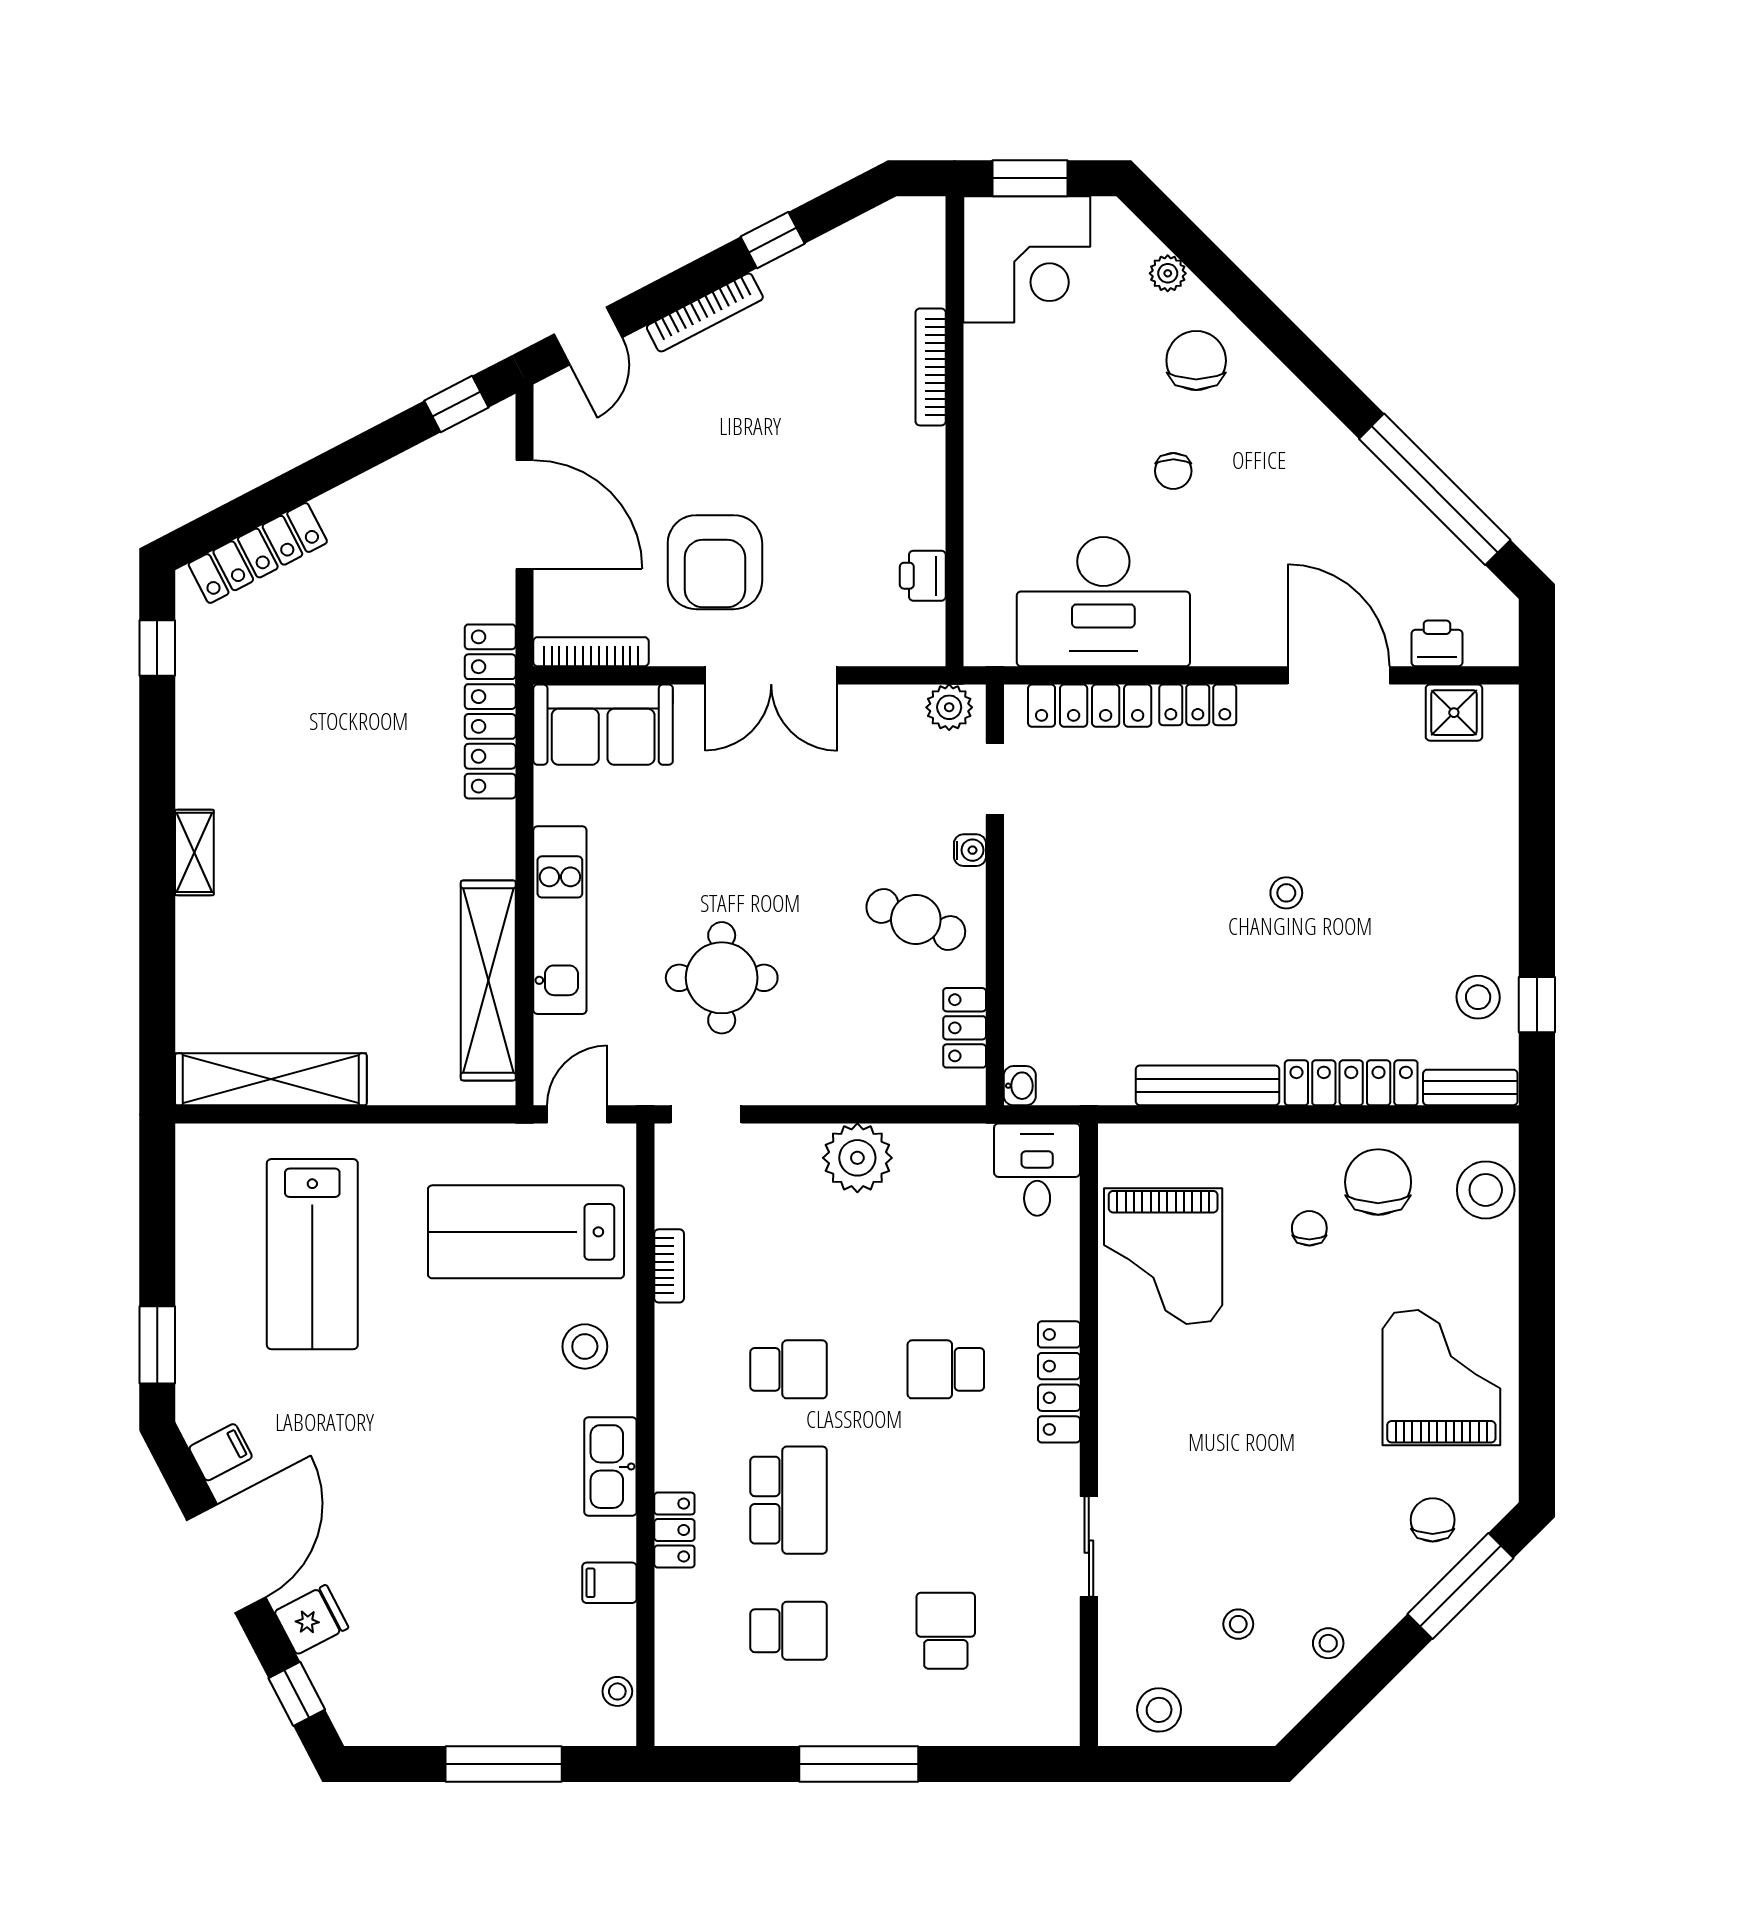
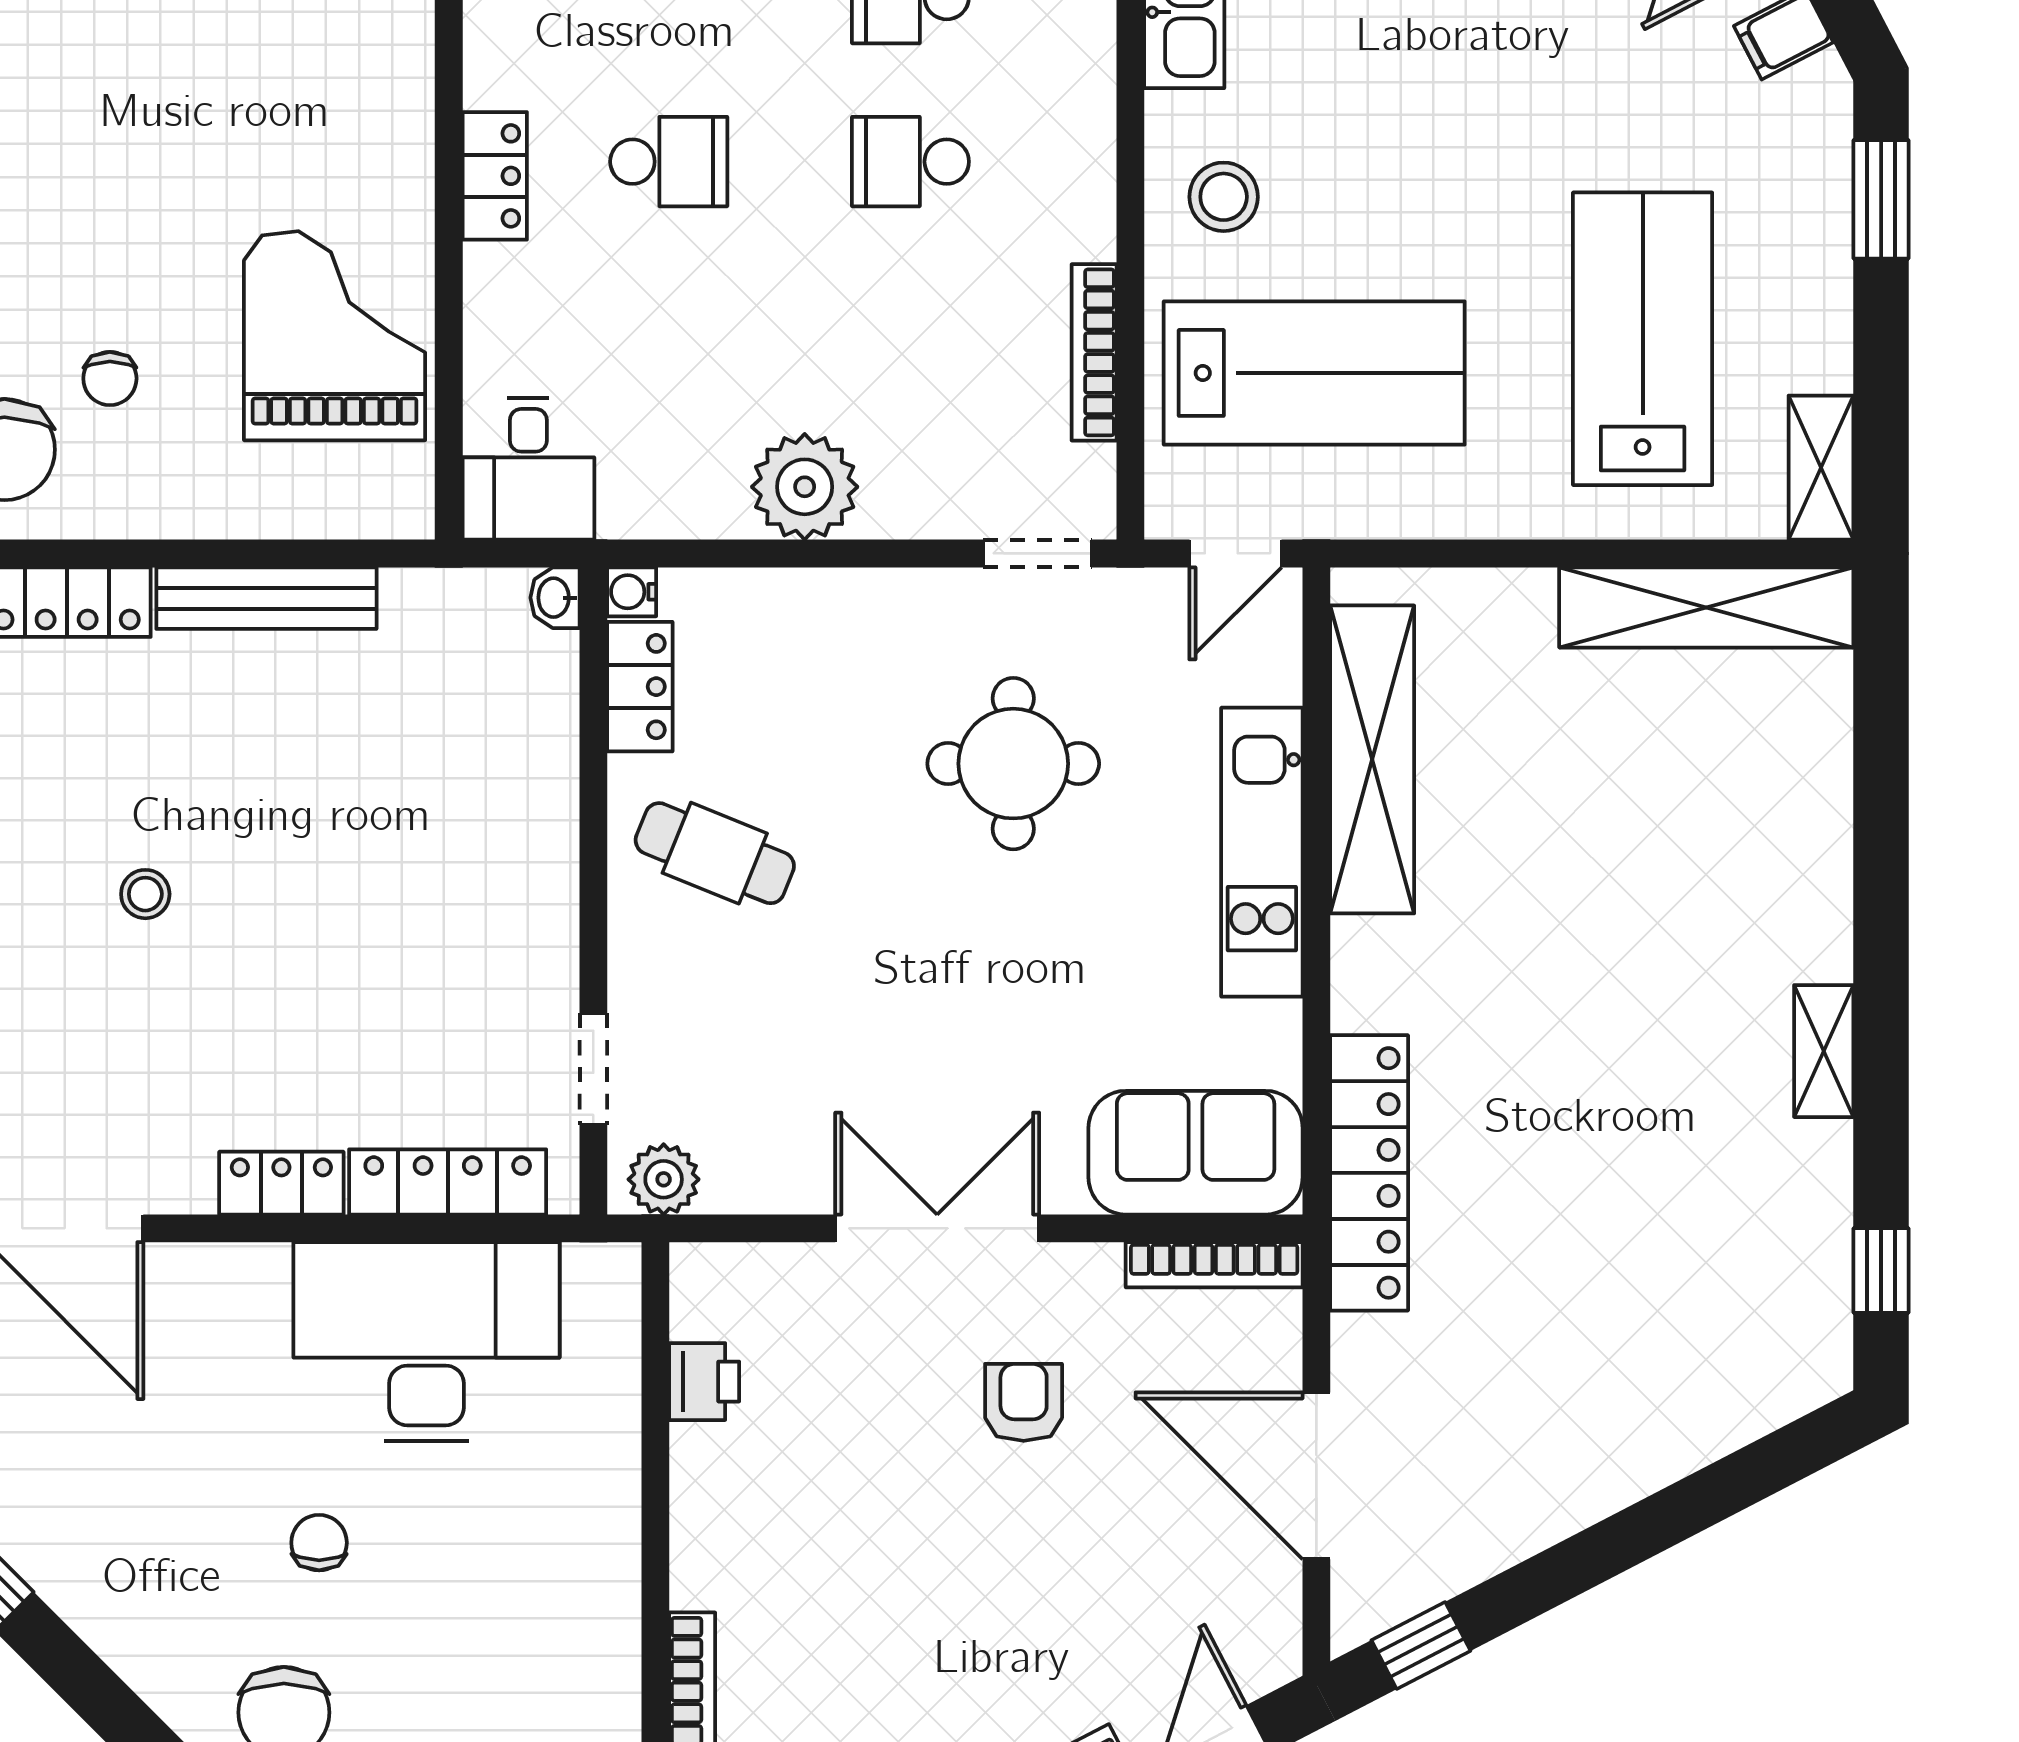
locker: (258, 553) -> (1726, 1416), removed
armchair: (715, 562) -> (1024, 1402), width x0.53, depth x0.53
water cooler: (970, 850) -> (632, 592), moved
shelving: (194, 852) -> (1824, 1051), moved
shelving: (196, 1170) -> (1821, 468), added
bookcase: (669, 1266) -> (1094, 352), width x1.56
locker: (1059, 1382) -> (495, 176), width x0.66

